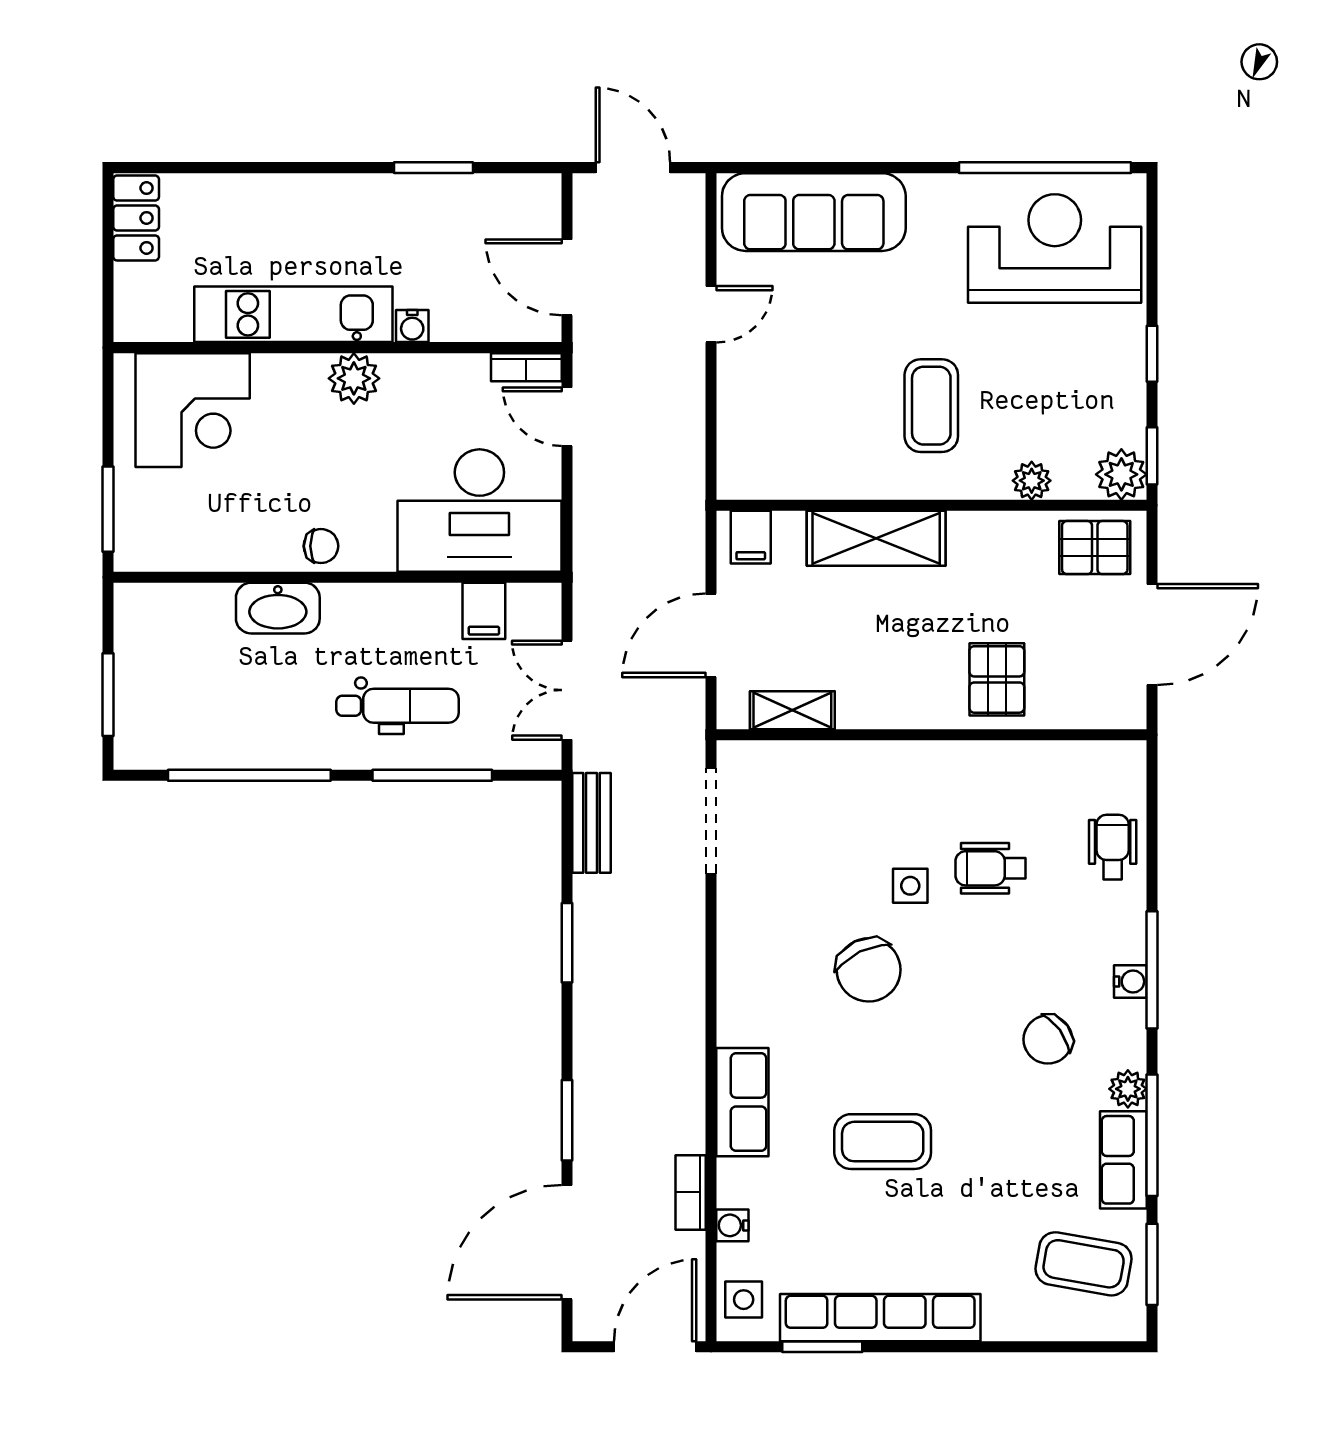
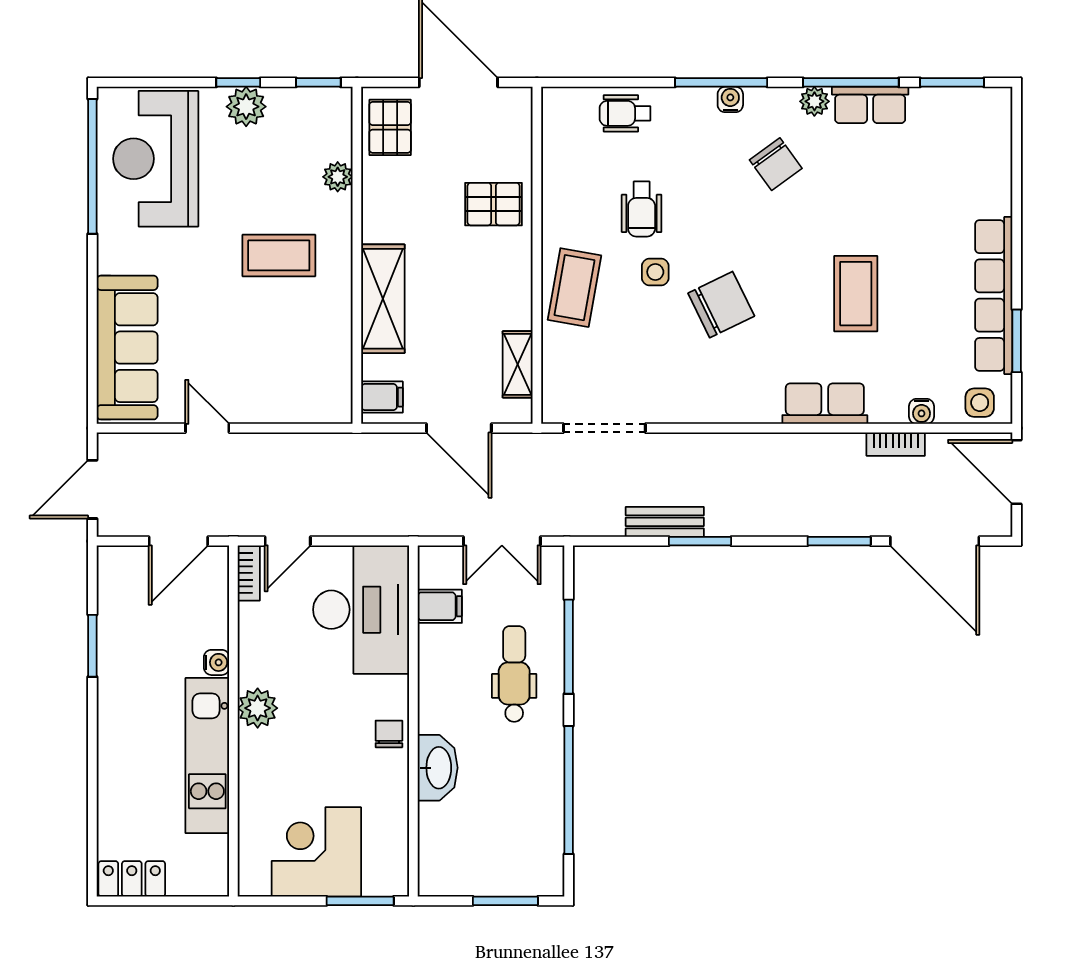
corner desk: (193, 410) -> (316, 852), moved, turned -90
plant: (1121, 474) -> (246, 107), moved
bench: (591, 823) -> (665, 522), moved
coffee table: (1084, 1264) -> (574, 288), moved

